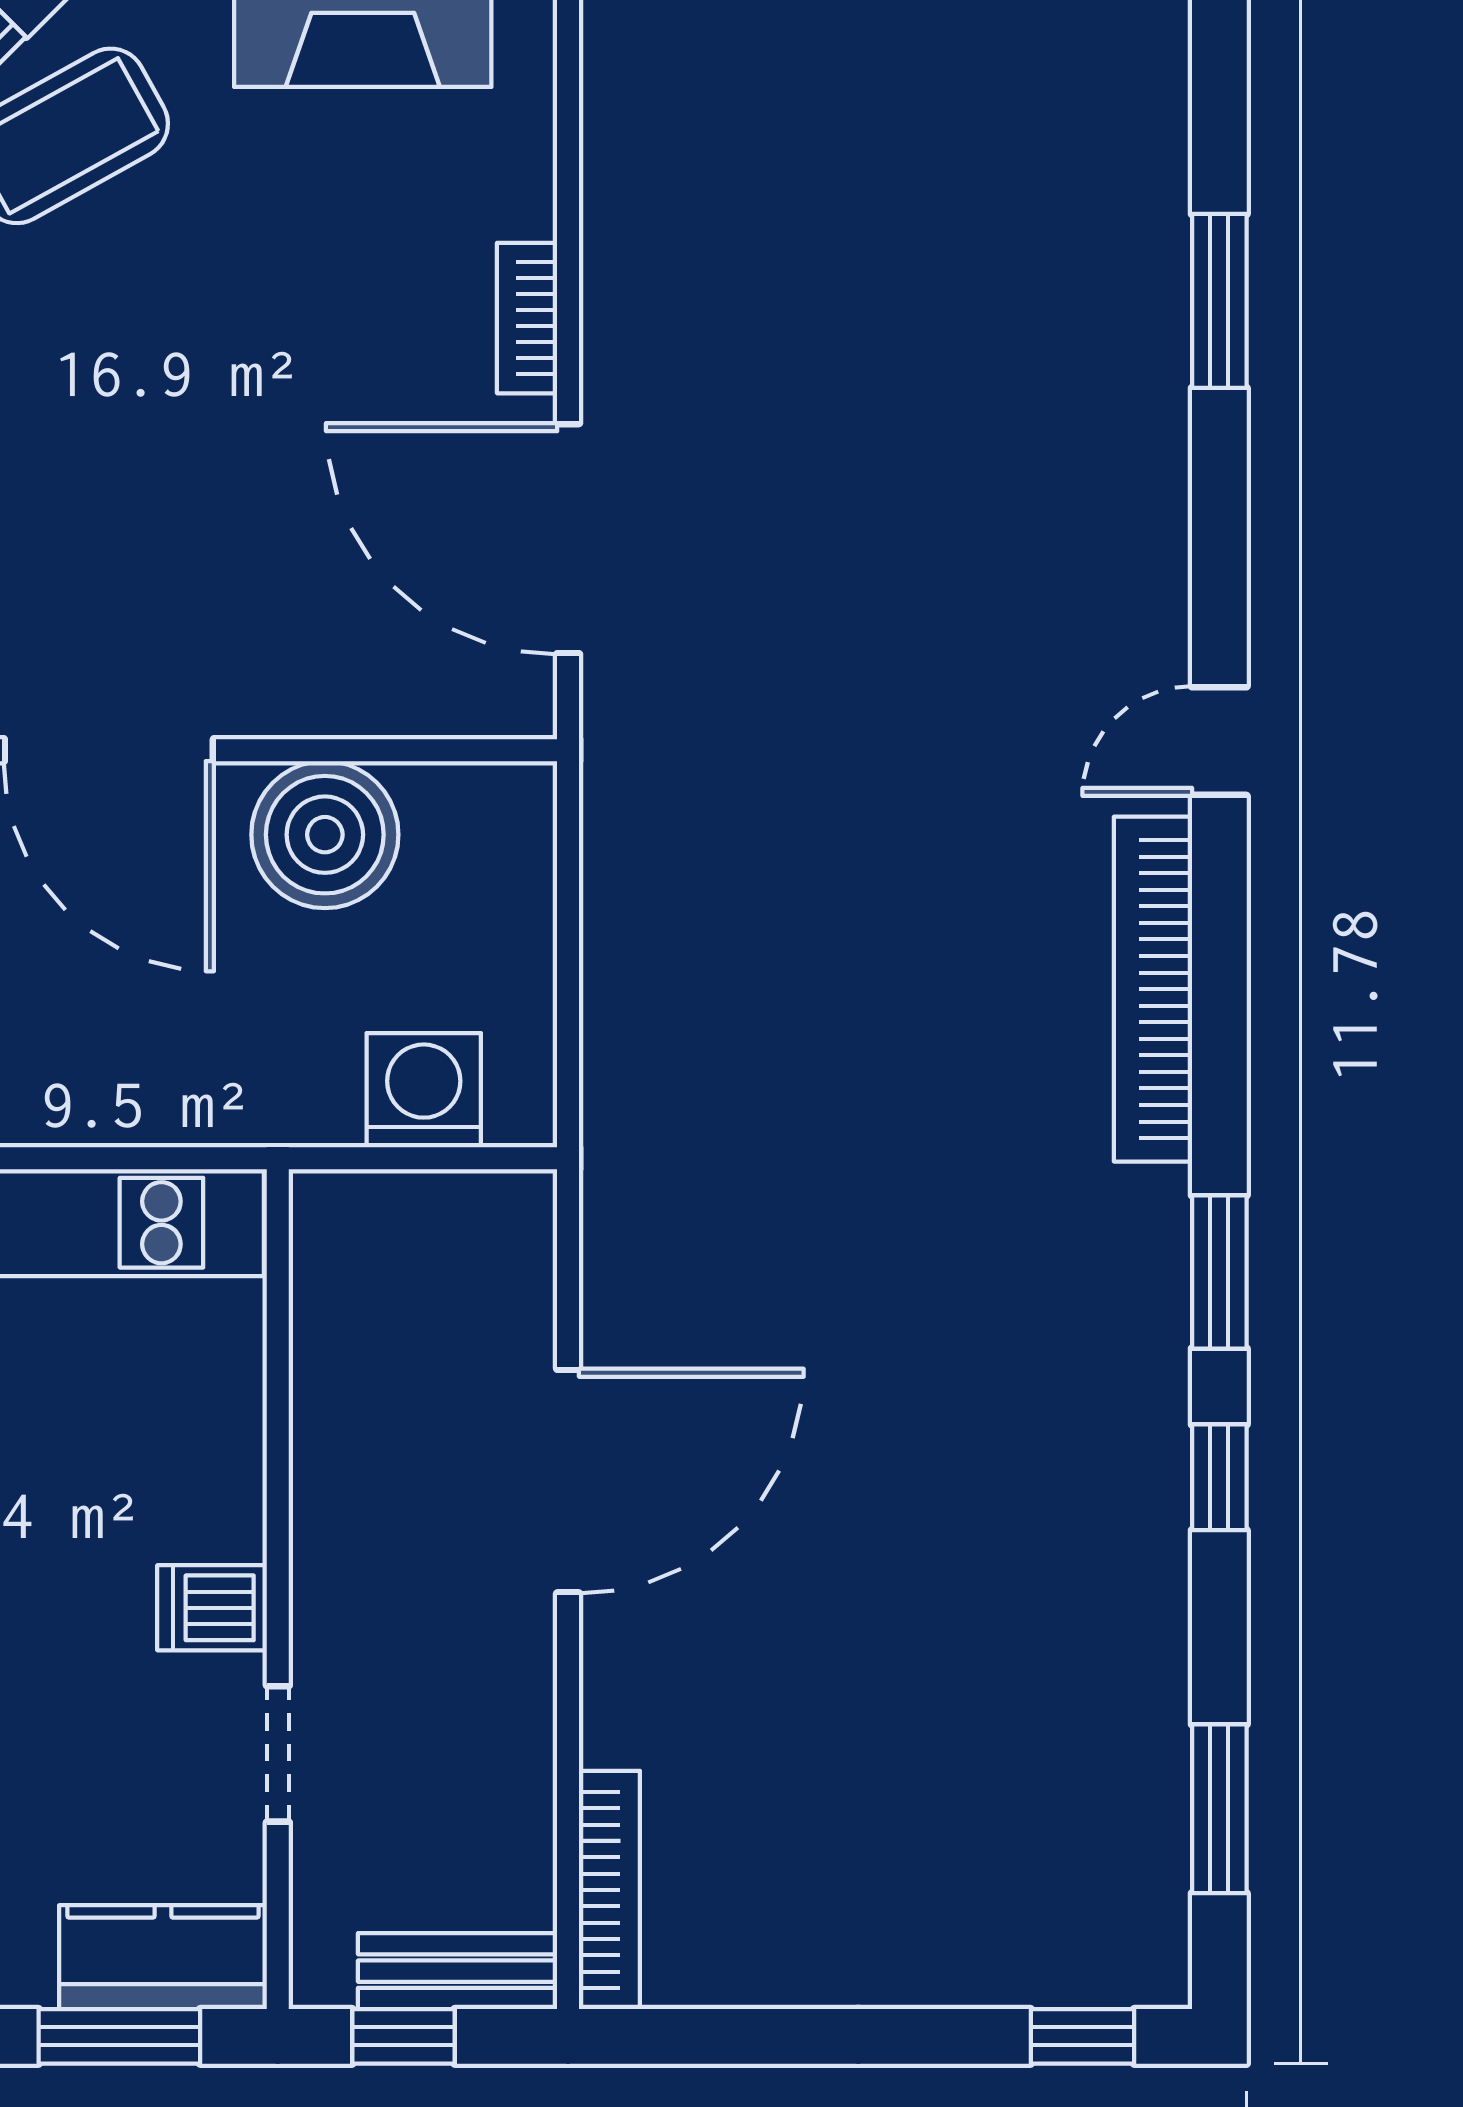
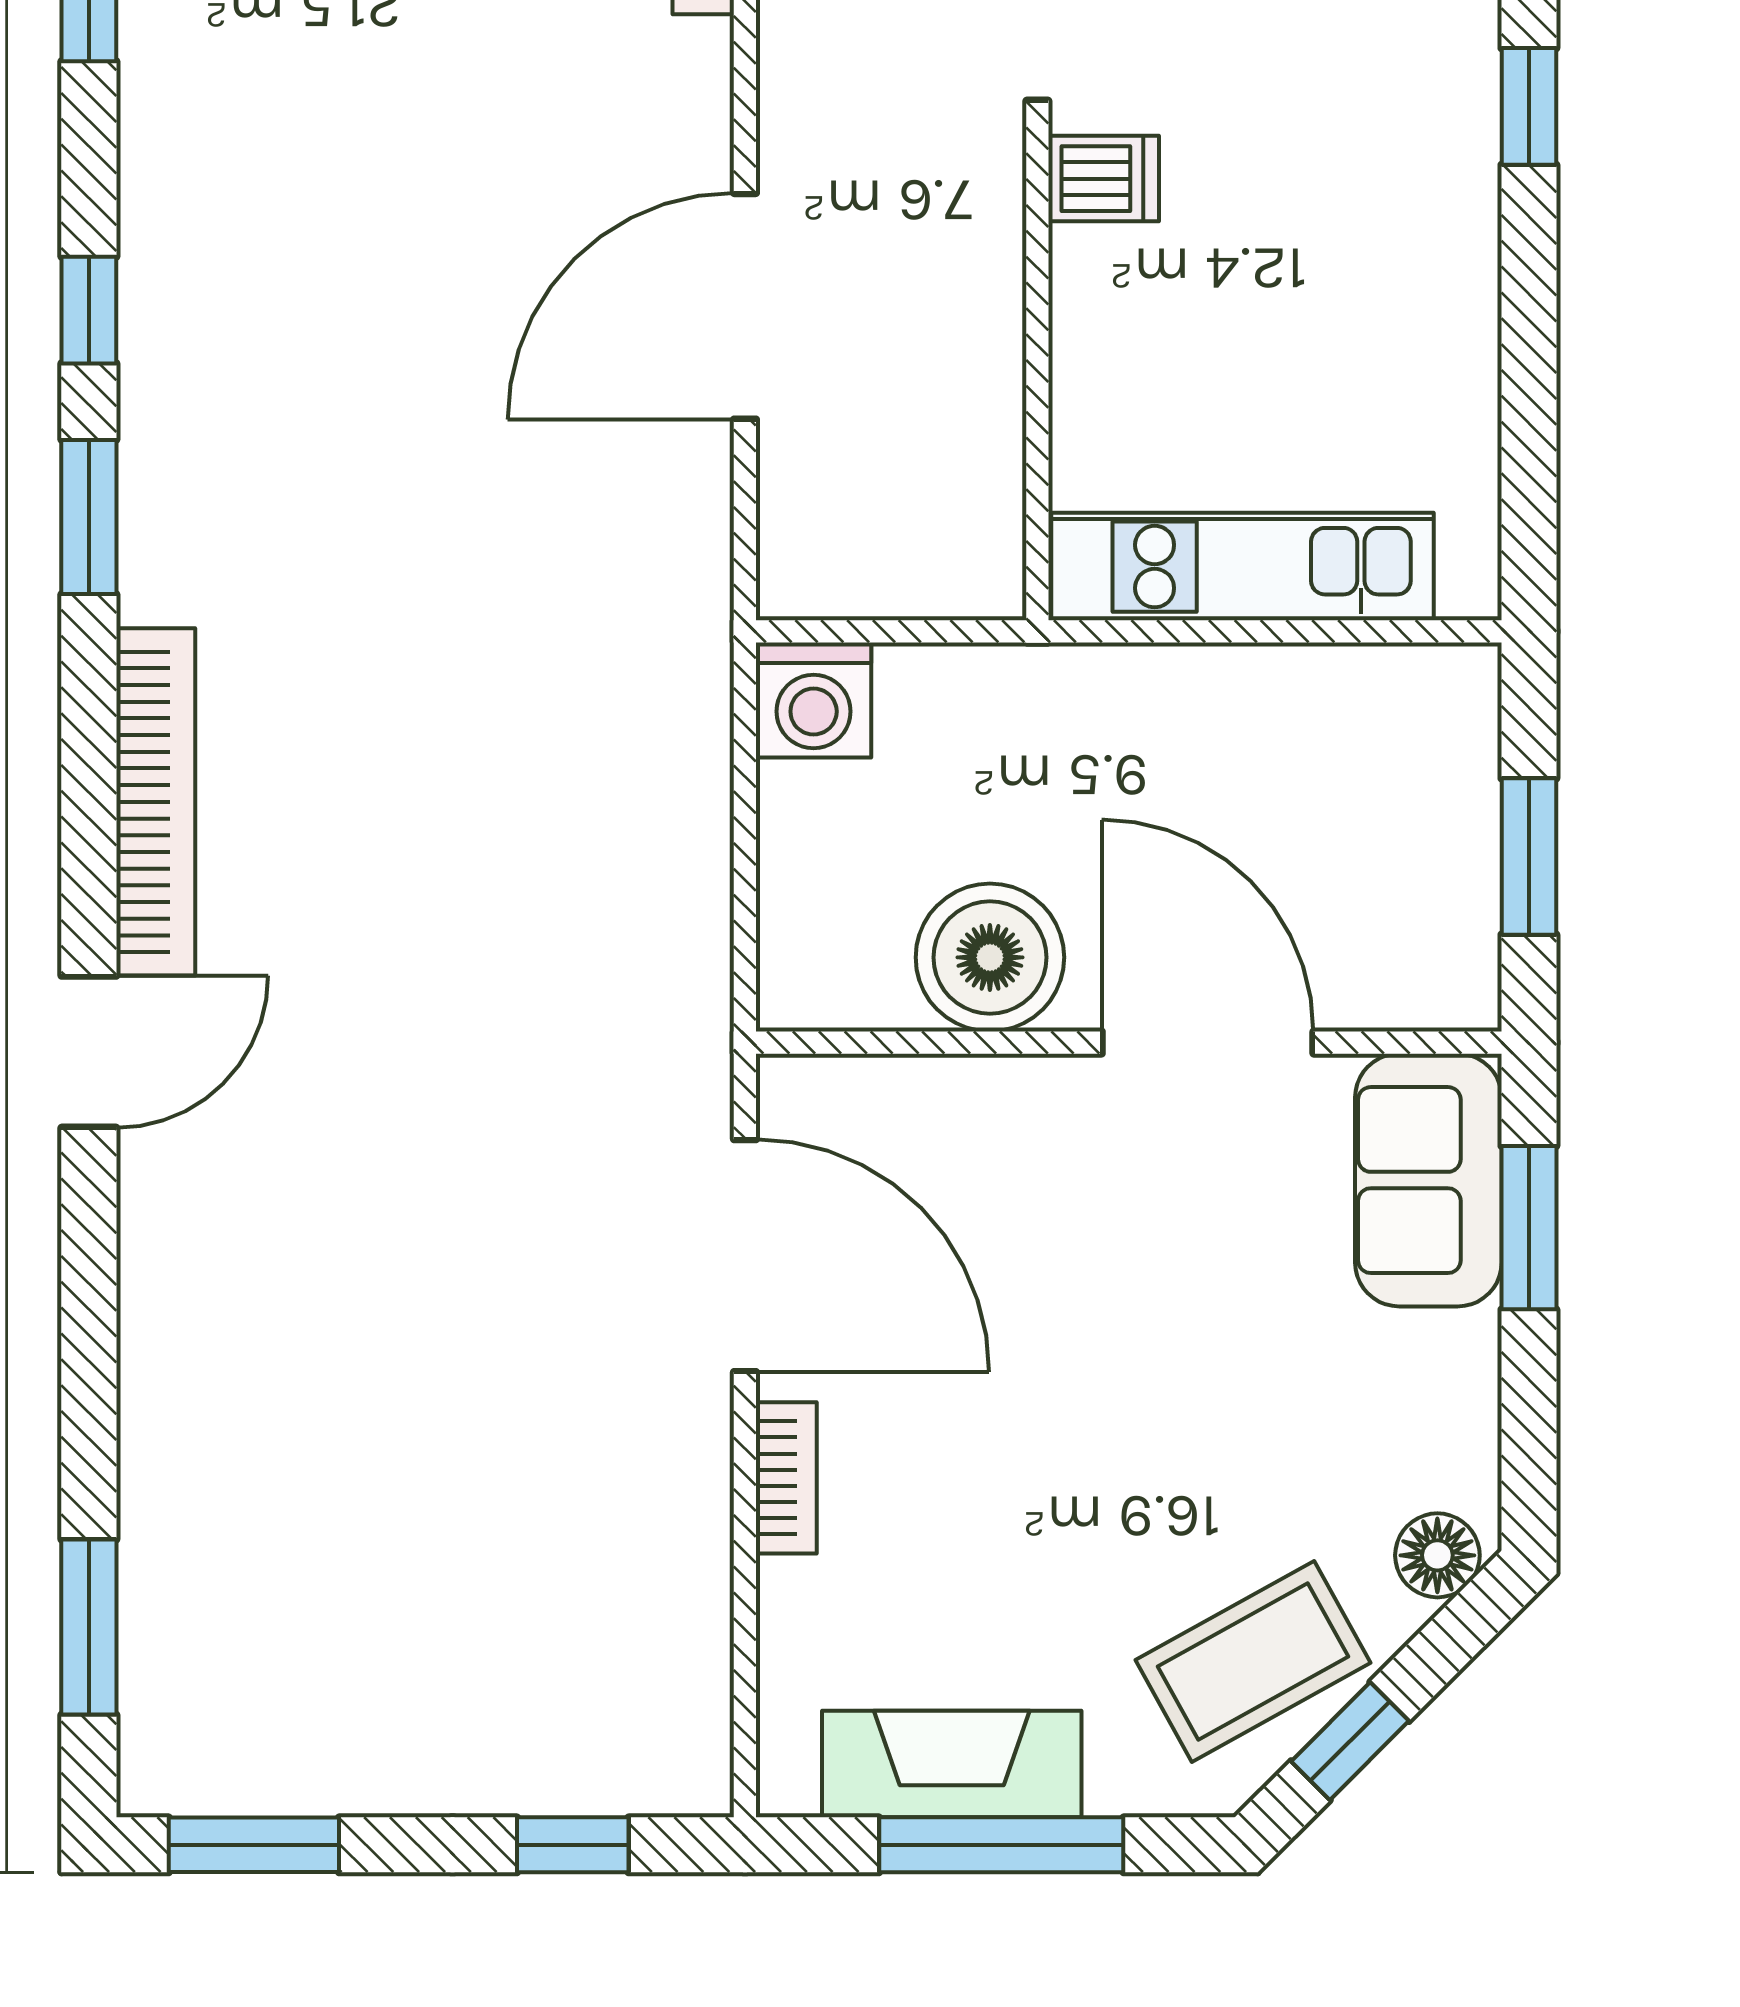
window: (1219, 301) -> (89, 1627), moved
door: (1219, 741) -> (89, 1052), width x1.38
washing machine: (424, 1090) -> (814, 700), moved

